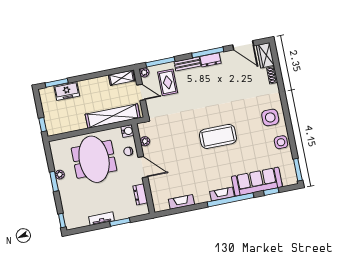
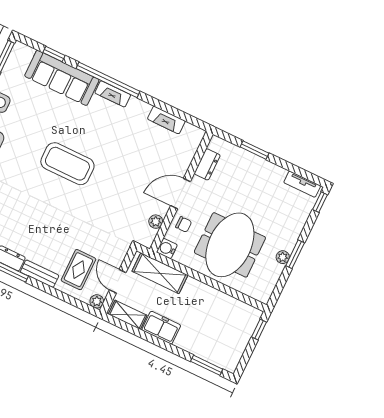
window: (160, 62) -> (69, 299), removed
freezer: (67, 91) -> (161, 328), moved
shelving: (113, 116) -> (160, 273), width x0.68
door: (143, 167) -> (181, 194), hinge flipped
tv unit: (101, 219) -> (302, 184), moved

